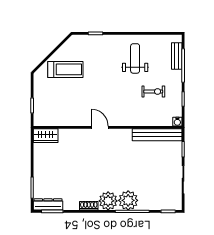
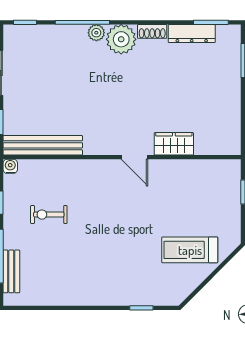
weight bench: (135, 58) -> (78, 267), removed
wardrobe: (46, 136) -> (174, 144), moved
plant: (128, 200) -> (96, 33), width x0.53, depth x0.53
dresser: (48, 204) -> (192, 34), moved

